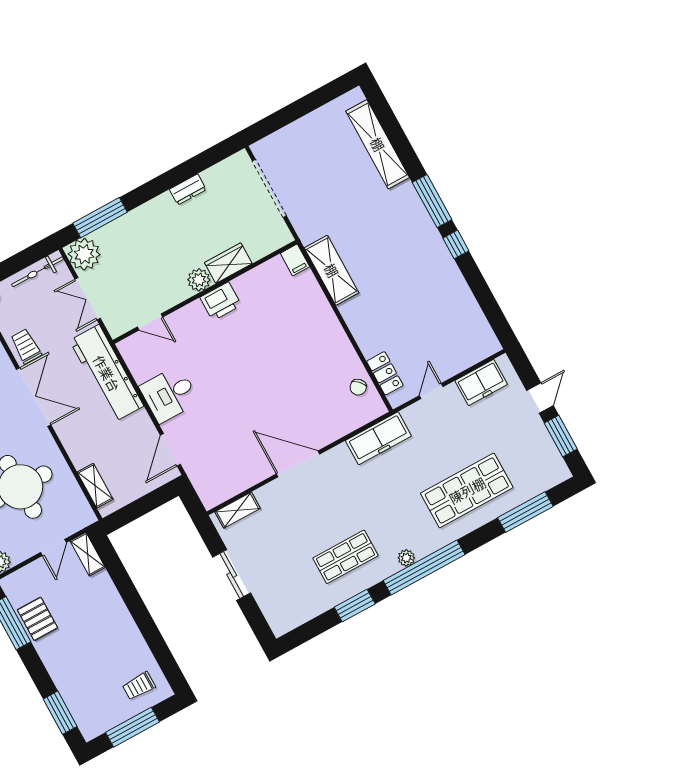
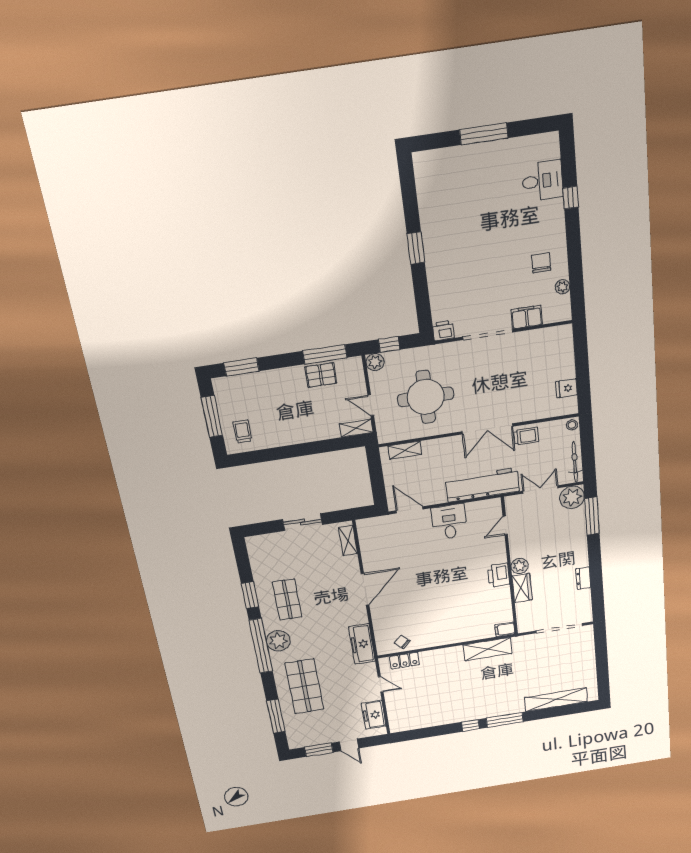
plant: (406, 558) -> (278, 641), width x1.87, depth x1.87

